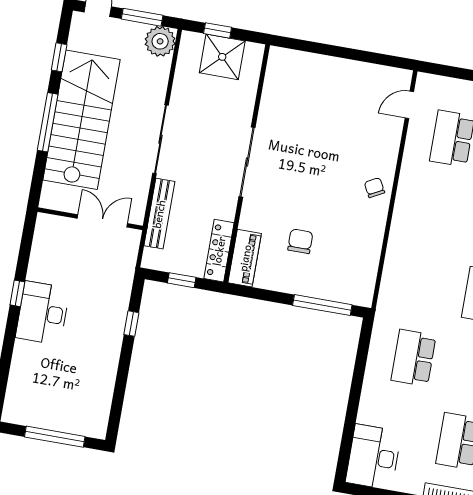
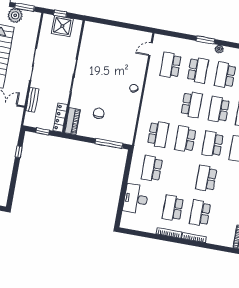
plant: (160, 41) -> (15, 15), moved
bench: (159, 214) -> (32, 100), width x0.73
school desk: (426, 285) -> (158, 134), added
desk: (373, 457) -> (136, 199), moved

